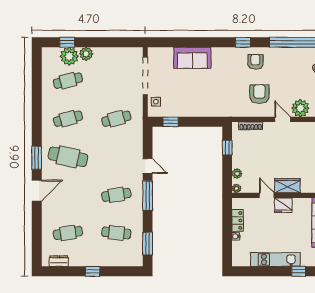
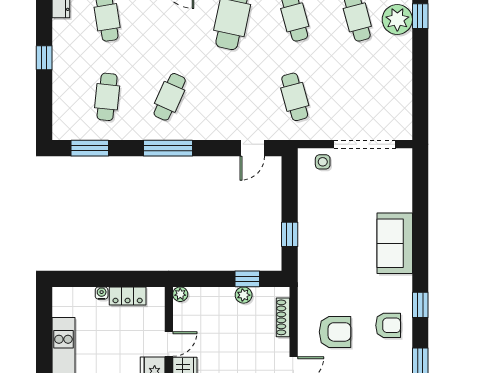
plant: (86, 54) -> (401, 47), removed
sofa: (192, 58) -> (395, 243), moved
window: (171, 122) -> (290, 234), moved
door: (148, 166) -> (252, 148), moved
plant: (237, 174) -> (244, 295), moved
cafe table: (116, 195) -> (170, 97), turned 33

